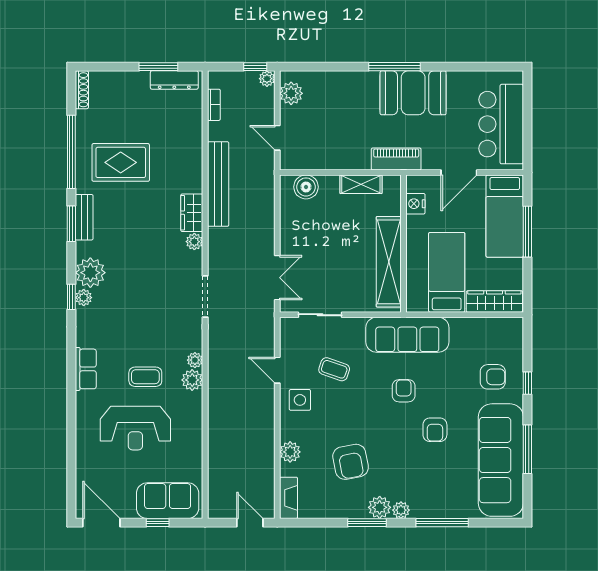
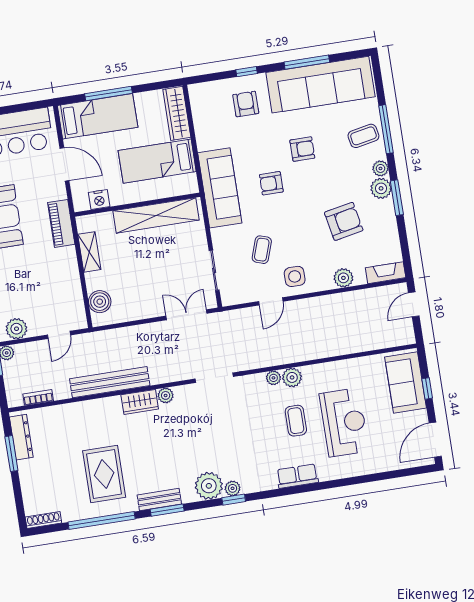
coffee table: (439, 497) -> (363, 136), added

